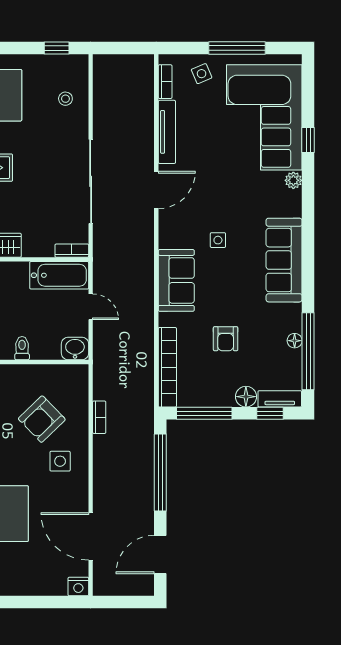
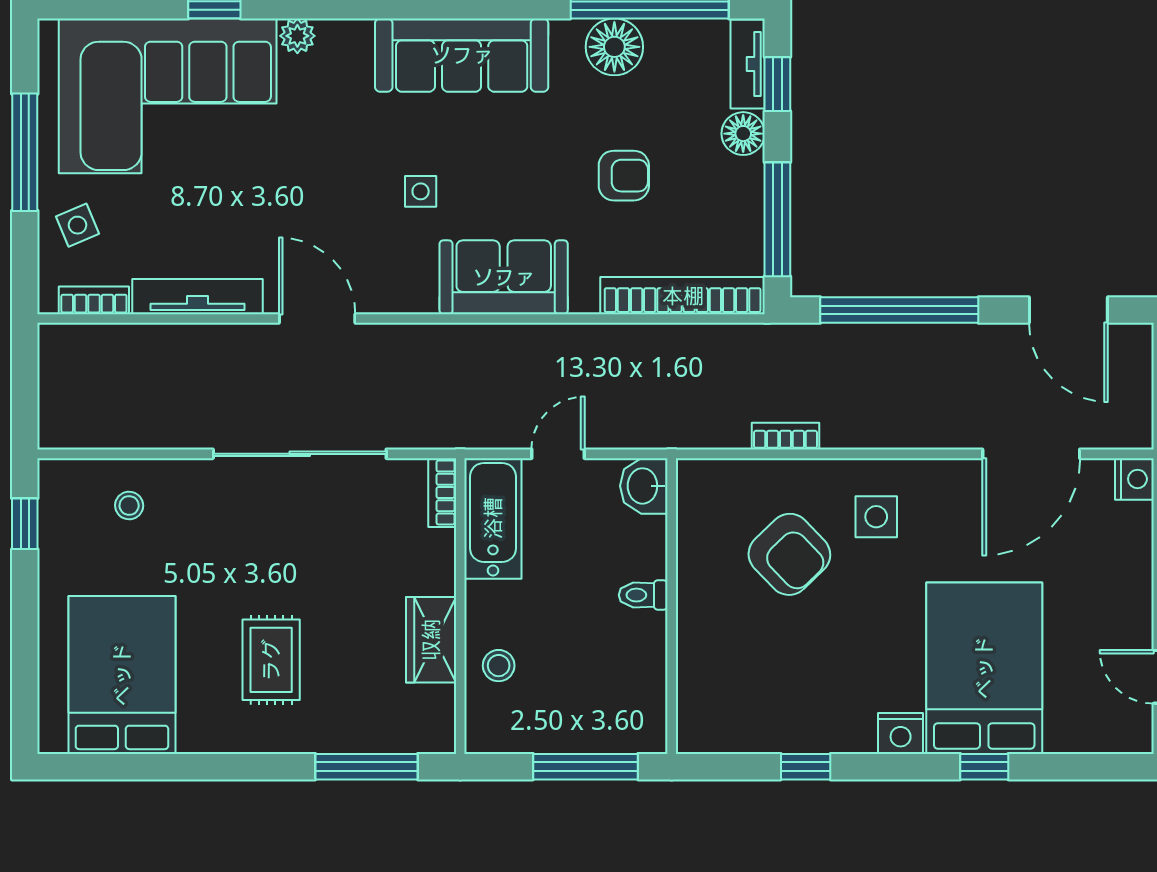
floor lamp: (295, 341) -> (614, 47), width x1.89, depth x1.89

